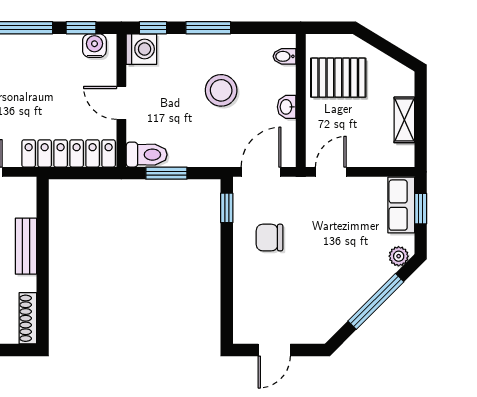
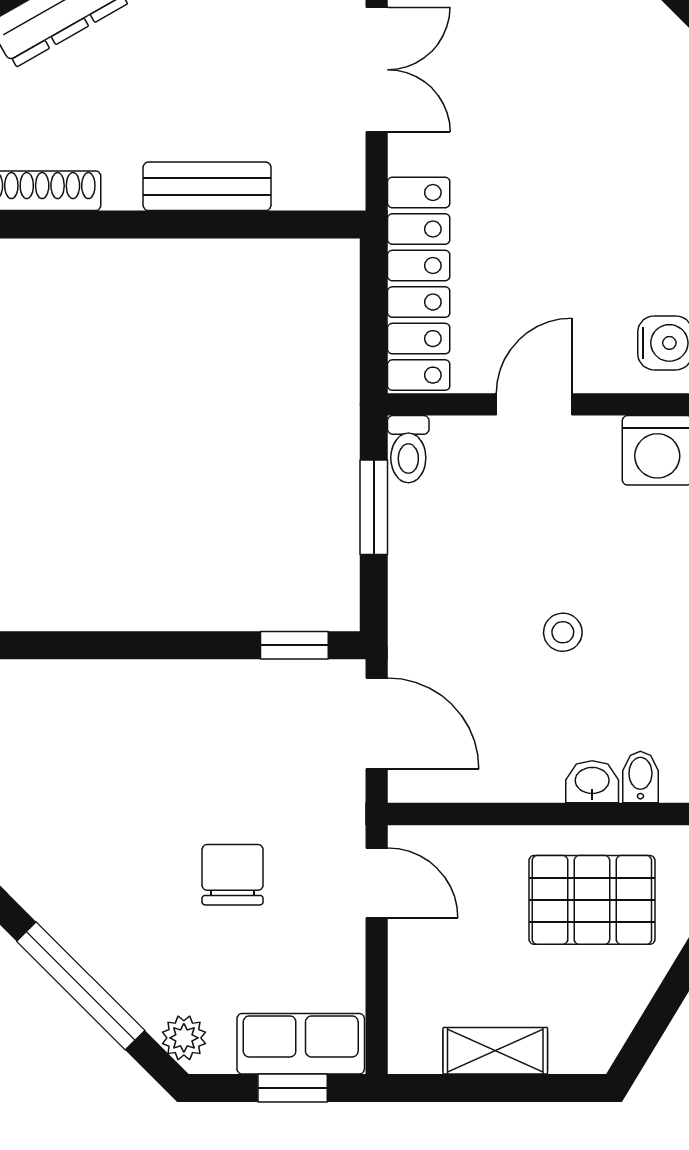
pallet: (338, 78) -> (592, 900), turned 90
stool: (221, 90) -> (563, 632), width x0.53, depth x0.53
washbasin: (287, 107) -> (592, 782), moved
toilet: (147, 155) -> (408, 449), width x0.73, depth x0.72
chair: (269, 238) -> (233, 875), moved

